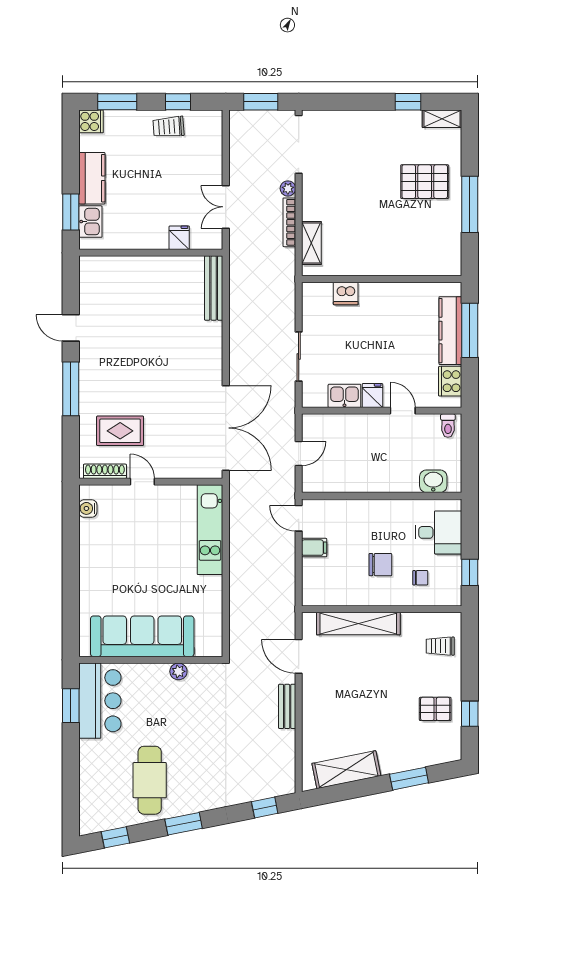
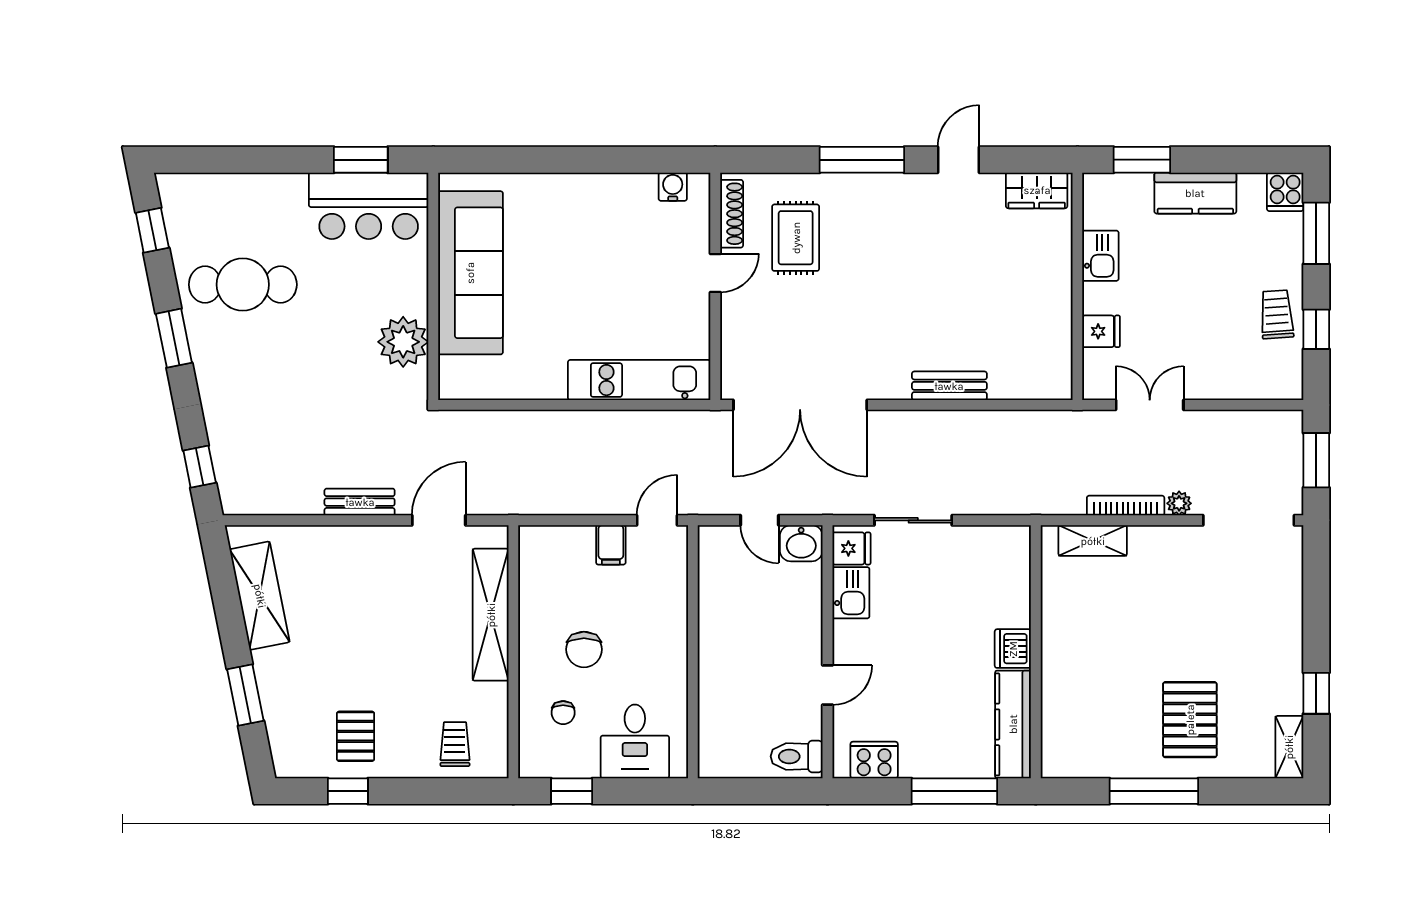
kitchen sink: (90, 222) -> (1100, 256), moved, turned -90
wardrobe: (90, 278) -> (1037, 190), added
bench: (214, 288) -> (949, 386), moved, width x0.73
dishwasher: (346, 294) -> (1013, 649), moved
kitchen counter: (450, 331) -> (1013, 724), moved, turned -90
fridge: (372, 396) -> (851, 548), moved
toilet: (448, 426) -> (797, 756), width x1.37, depth x1.39
washbasin: (433, 481) -> (801, 543), moved, turned 90
plant: (178, 671) -> (403, 342), width x1.88, depth x1.88

